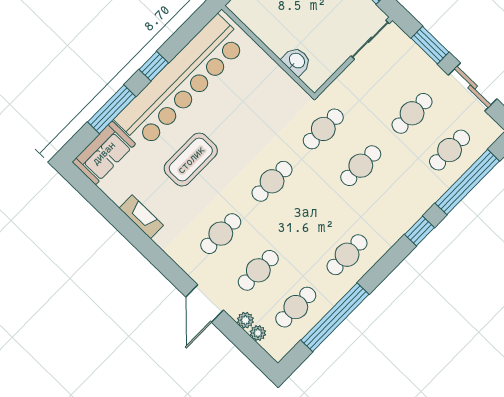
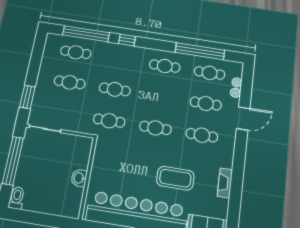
washbasin: (297, 61) -> (79, 178), moved
sliding door: (473, 87) -> (35, 62), removed

